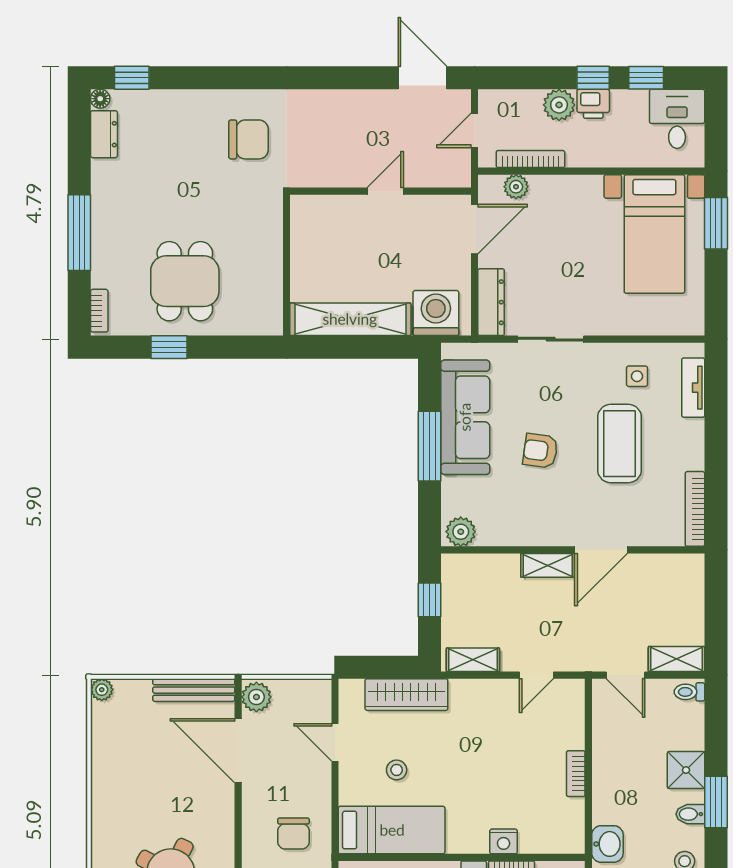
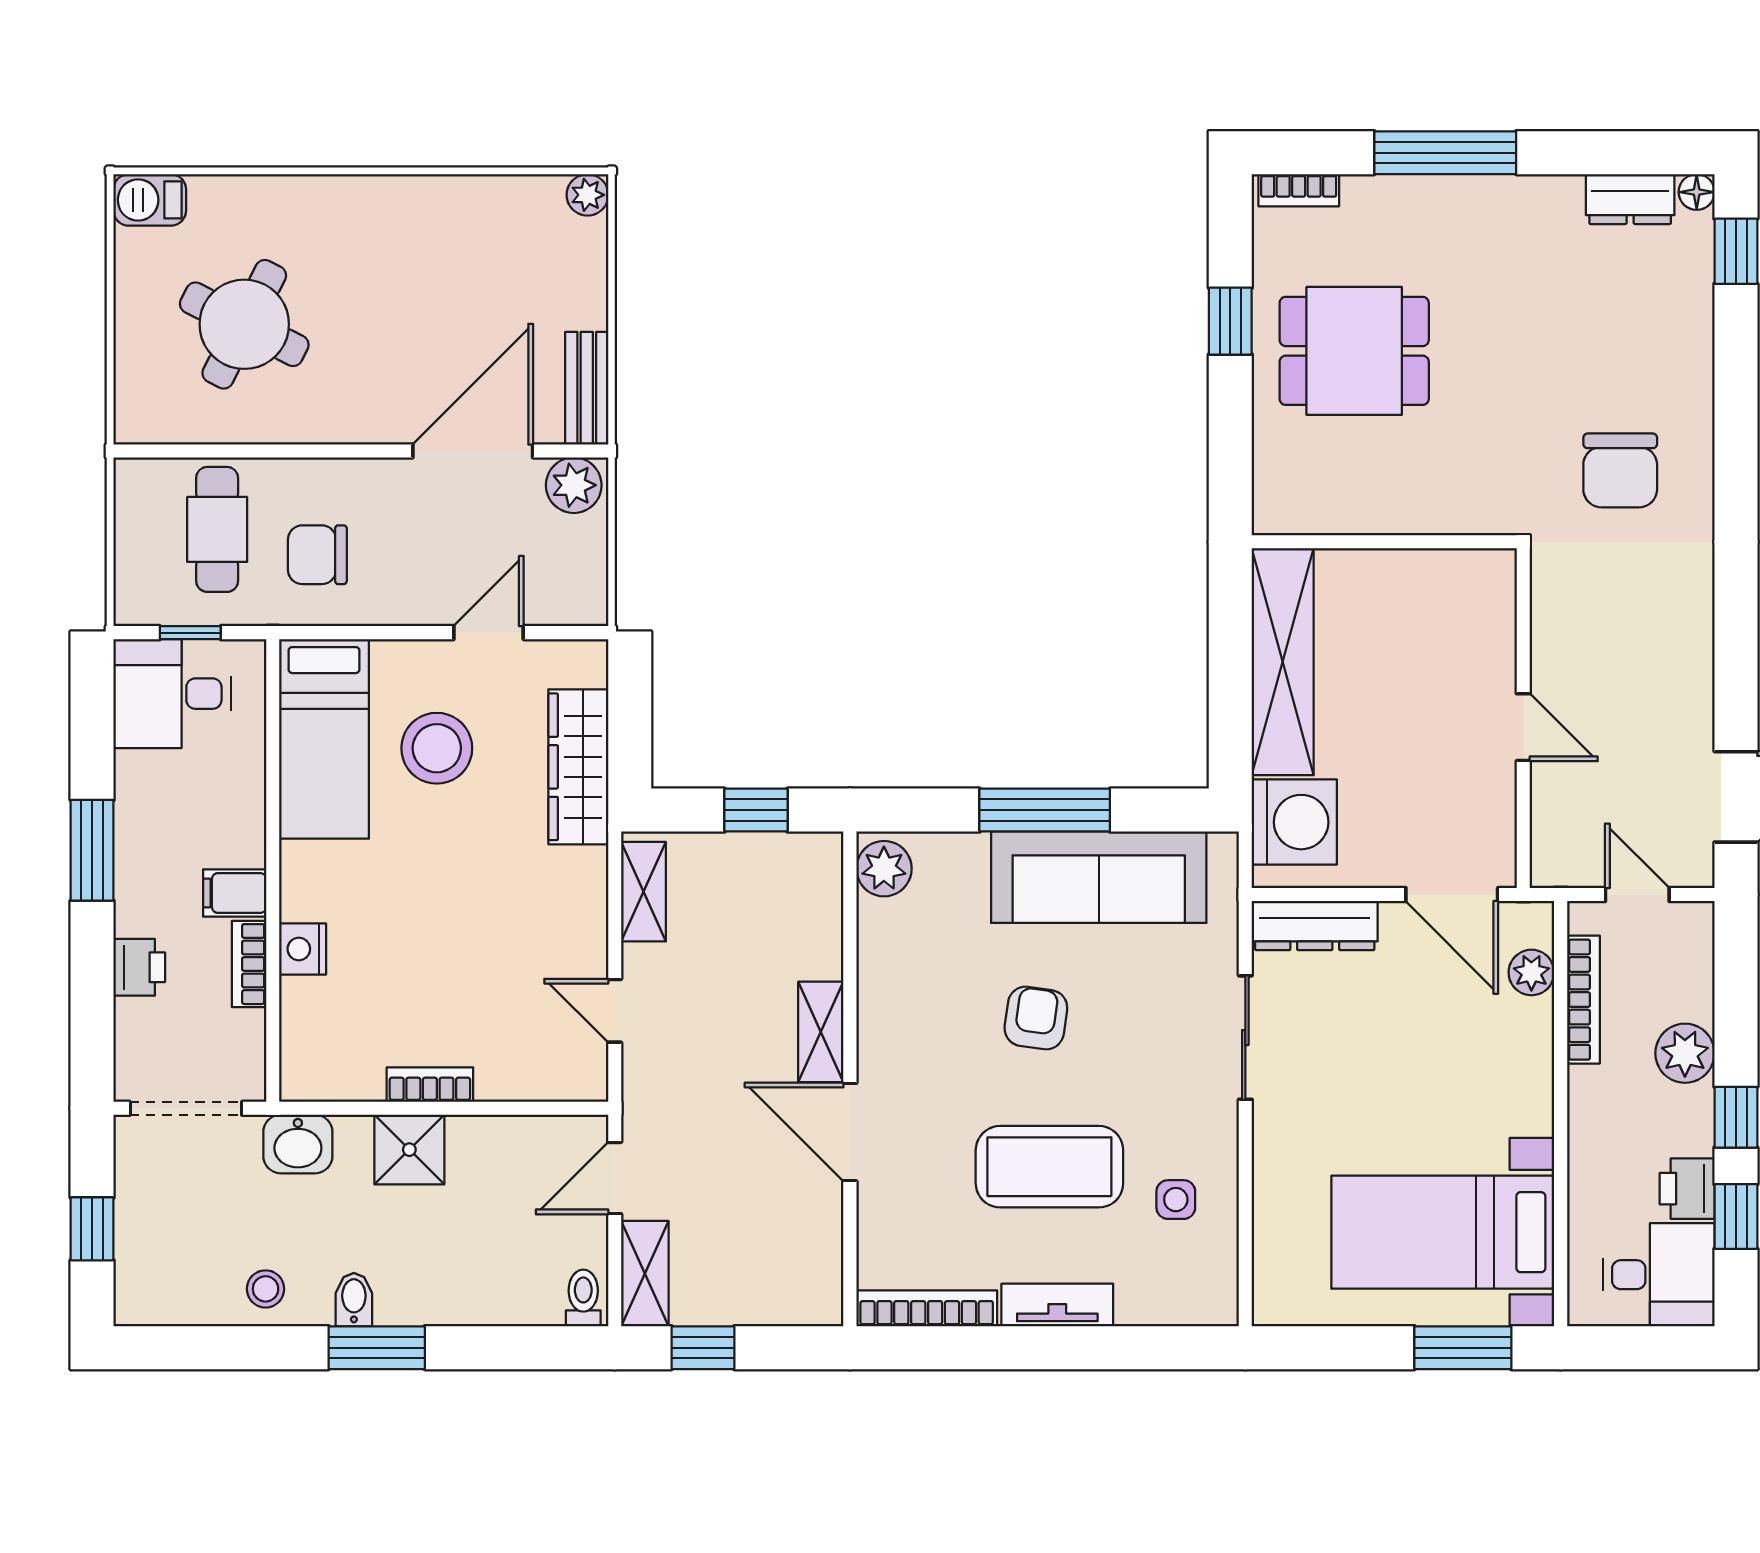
printer: (593, 104) -> (1687, 1189), moved
tv unit: (693, 388) -> (1057, 1305), moved
window: (716, 628) -> (703, 1348), added
bench: (194, 690) -> (587, 388), width x0.73
stool: (397, 770) -> (437, 748), width x1.89, depth x1.89
shower: (686, 770) -> (409, 1150), moved

